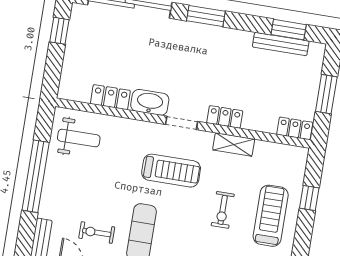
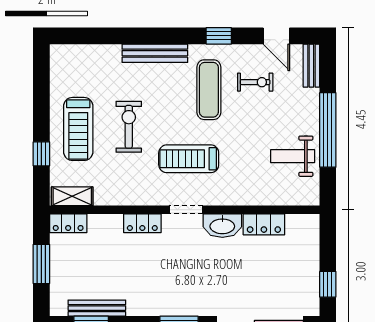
weight bench: (79, 138) -> (293, 156), moved
shelving: (234, 144) -> (72, 196), moved
exercise bike: (223, 210) -> (129, 127), width x1.38, depth x1.39

